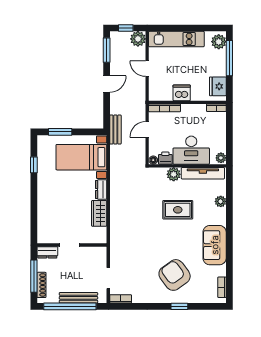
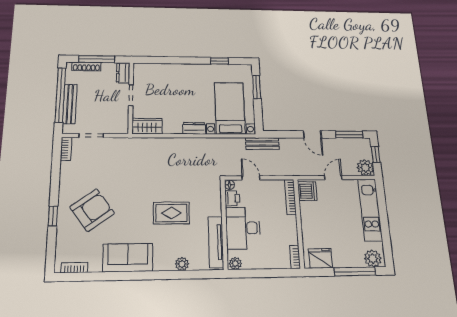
dishwasher: (182, 93) -> (307, 191), moved
door: (147, 129) -> (251, 178), moved
plant: (174, 174) -> (214, 208), removed
rug: (178, 210) -> (171, 213), turned 90
wardrobe: (99, 213) -> (147, 126), moved

